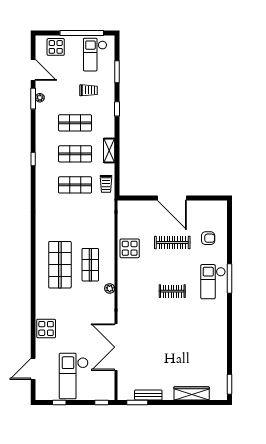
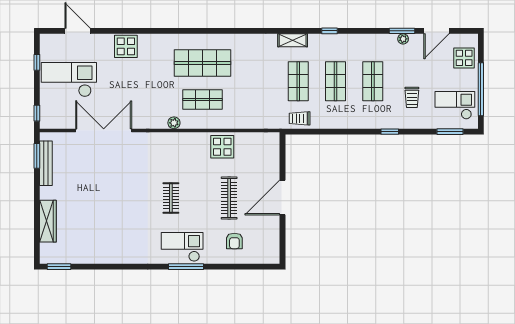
window: (117, 72) -> (450, 132), moved
shelving: (109, 150) -> (293, 40), moved
bench: (148, 395) -> (46, 163), width x1.36

